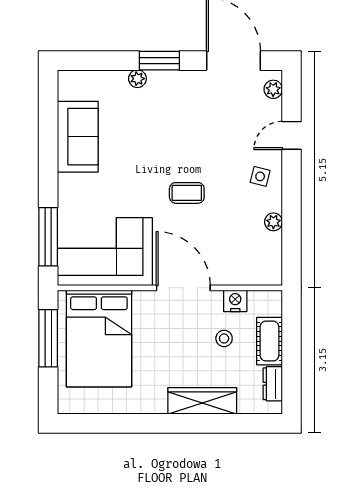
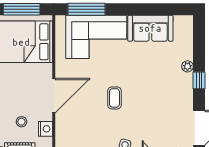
window: (159, 61) -> (199, 80), width x0.67
corner sofa: (105, 252) -> (96, 37), moved, turned 90

